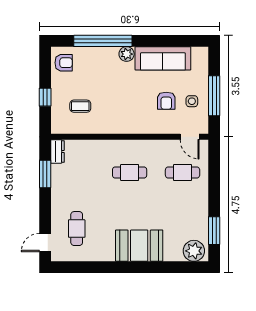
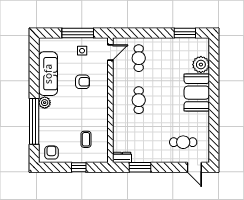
armchair: (166, 101) -> (83, 82), moved
plant: (194, 251) -> (201, 65), moved

